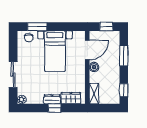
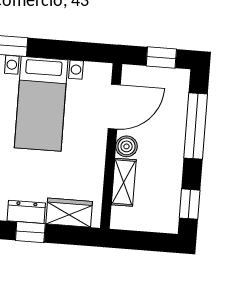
window: (124, 56) -> (196, 126), width x1.44
shelving: (94, 94) -> (124, 182), moved

